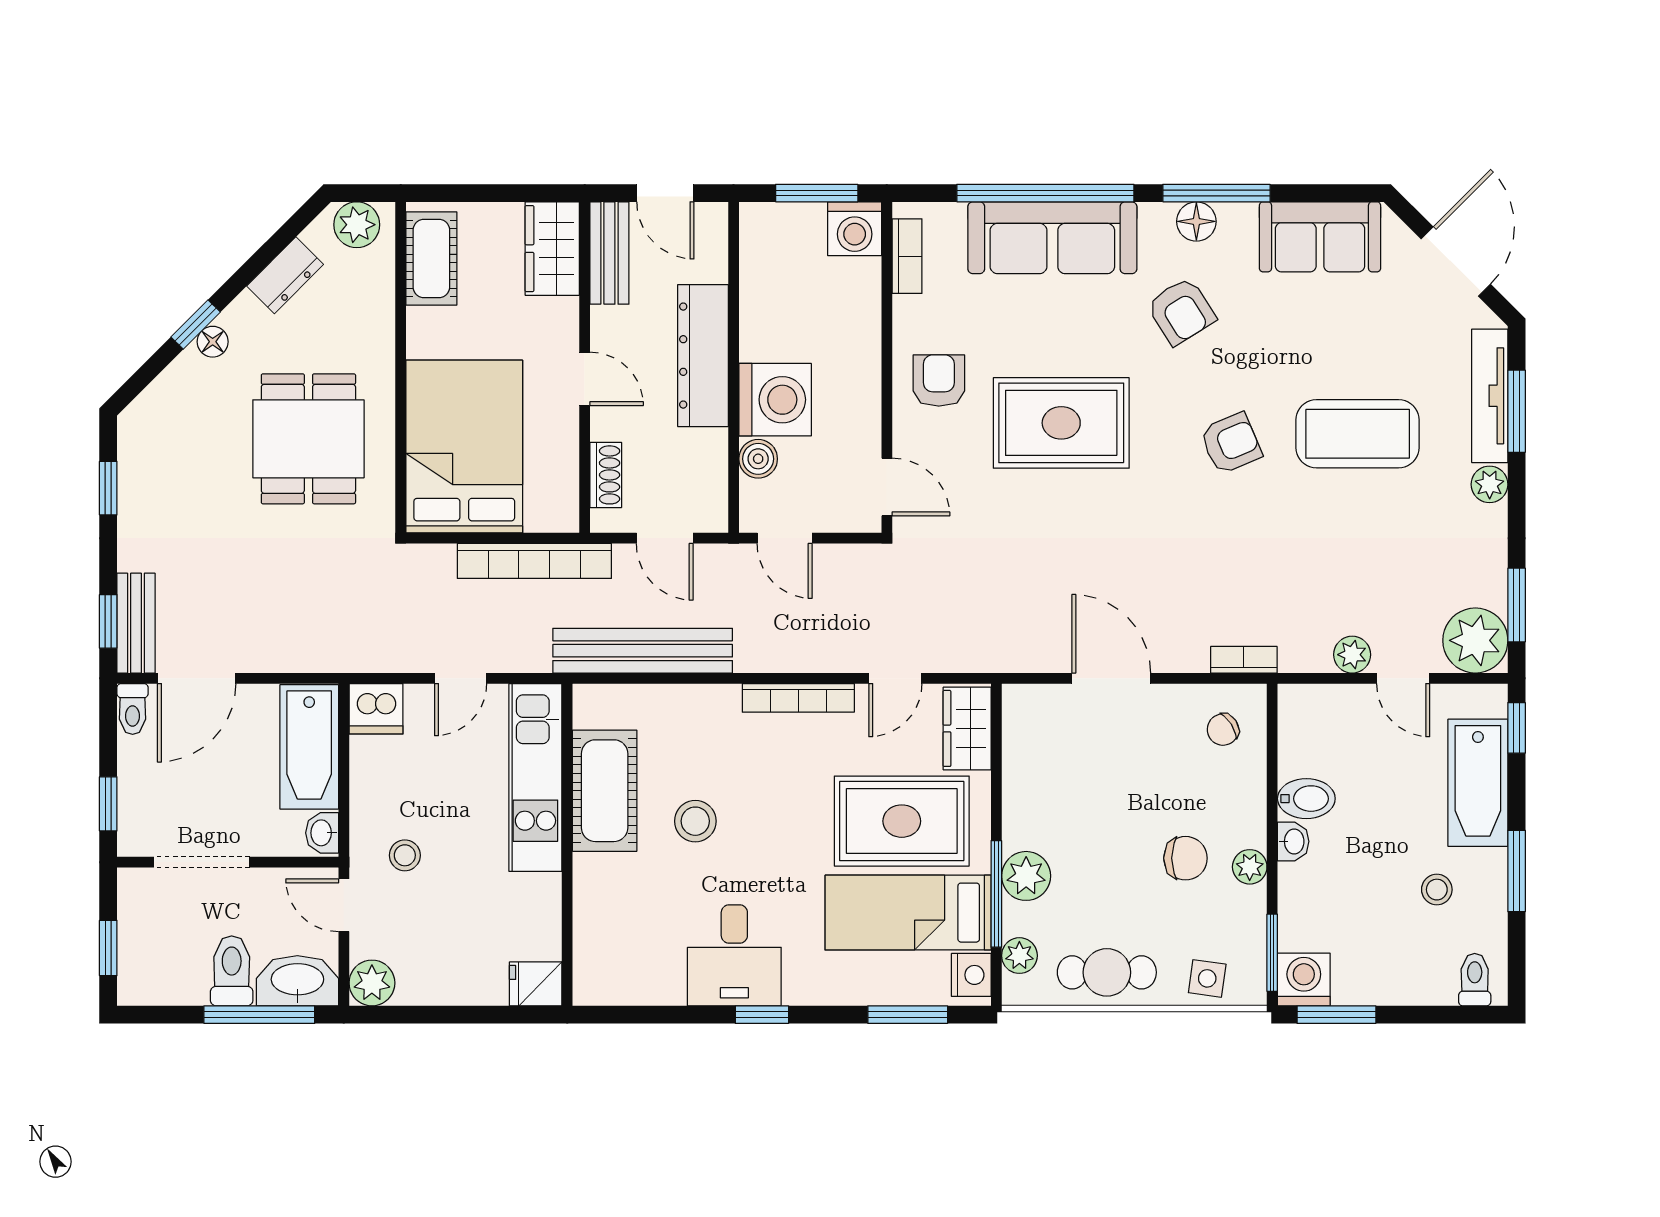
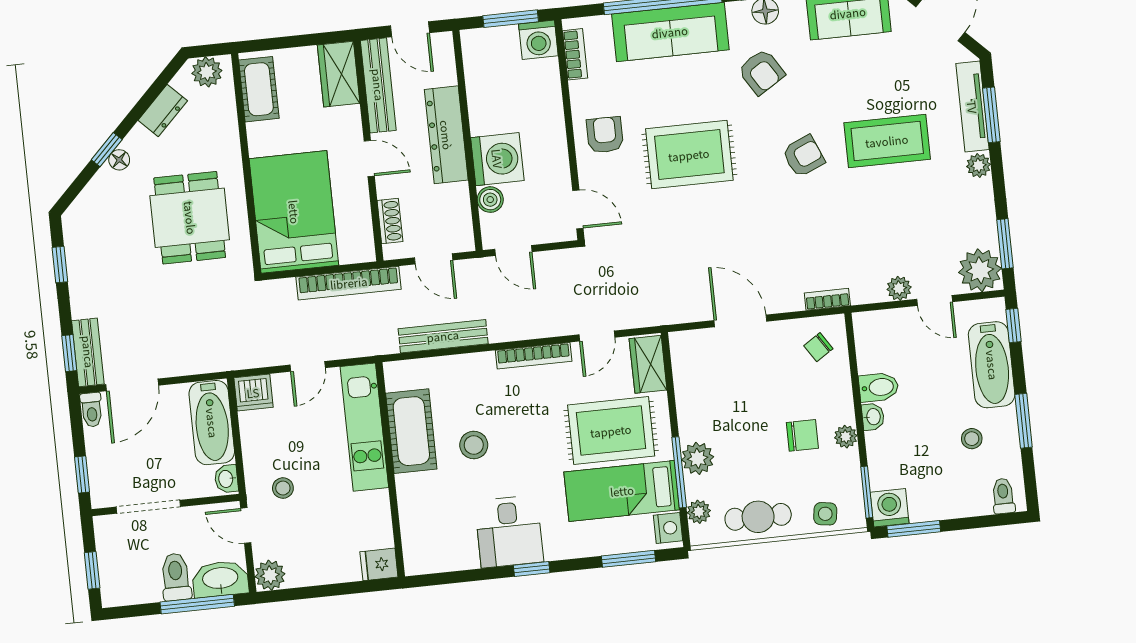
bench: (609, 253) -> (378, 85), width x1.36
bench: (643, 651) -> (443, 336), width x0.73, depth x0.82

